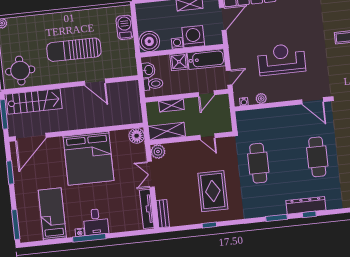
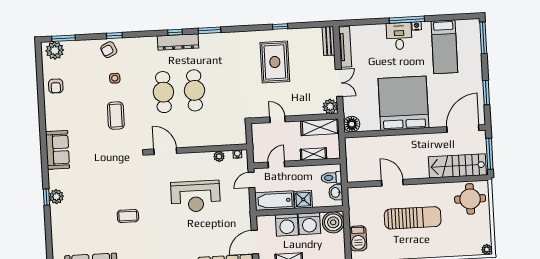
washing machine: (177, 43) -> (309, 224), width x1.89, depth x1.89
cafe table: (258, 163) -> (195, 90), moved

